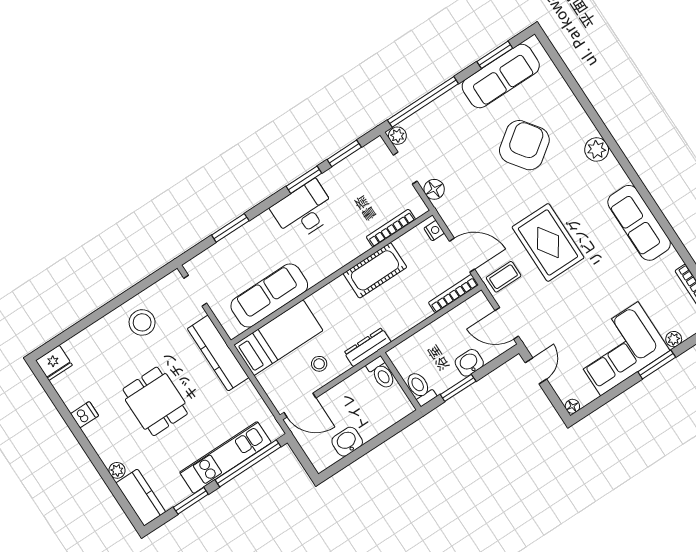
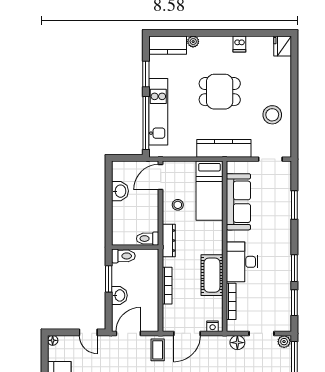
desk: (304, 211) -> (242, 262), moved, turned 180
bookcase: (453, 294) -> (167, 286), moved

